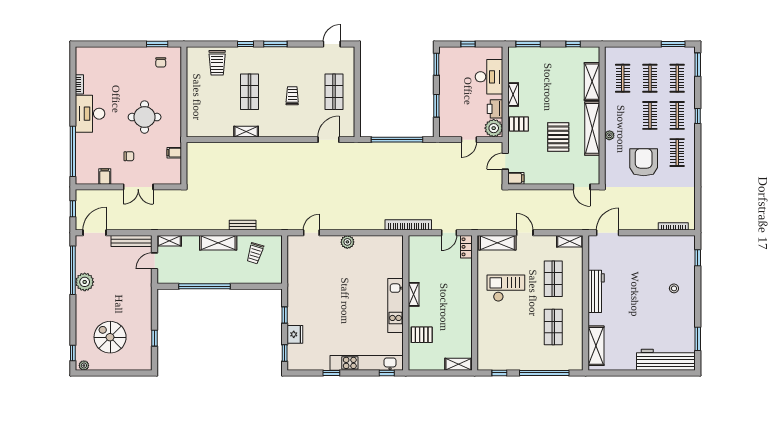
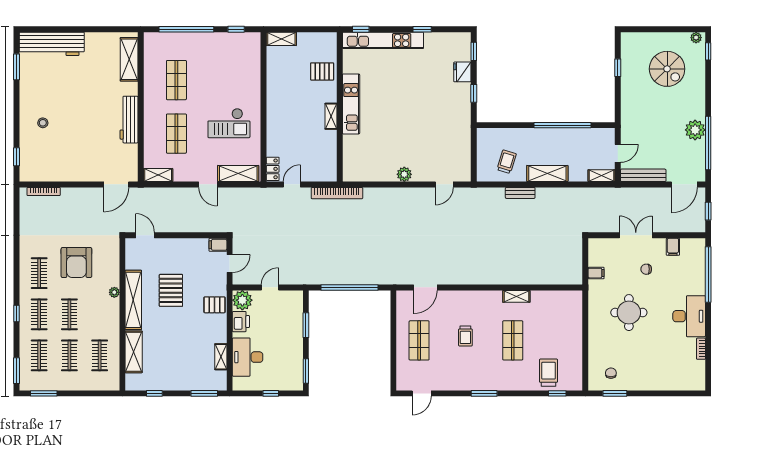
window: (245, 44) -> (557, 393), moved
shelving: (513, 95) -> (221, 357), moved

